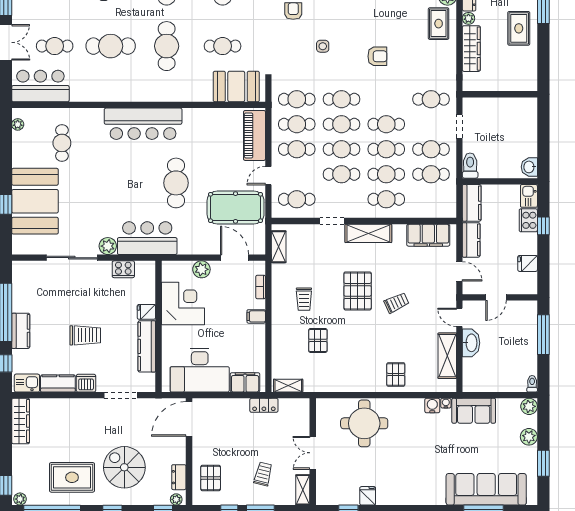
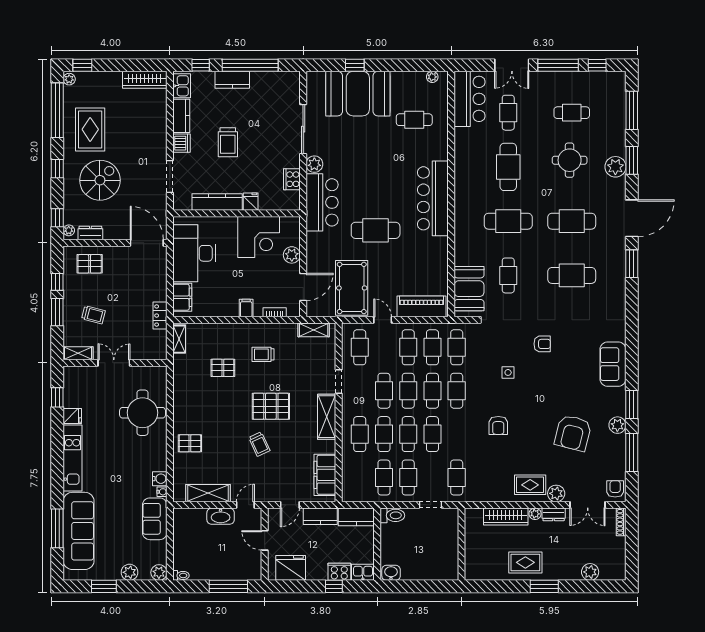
fridge: (528, 263) -> (291, 568), width x1.88, depth x1.34
kitchen unit: (411, 496) -> (73, 458), added

